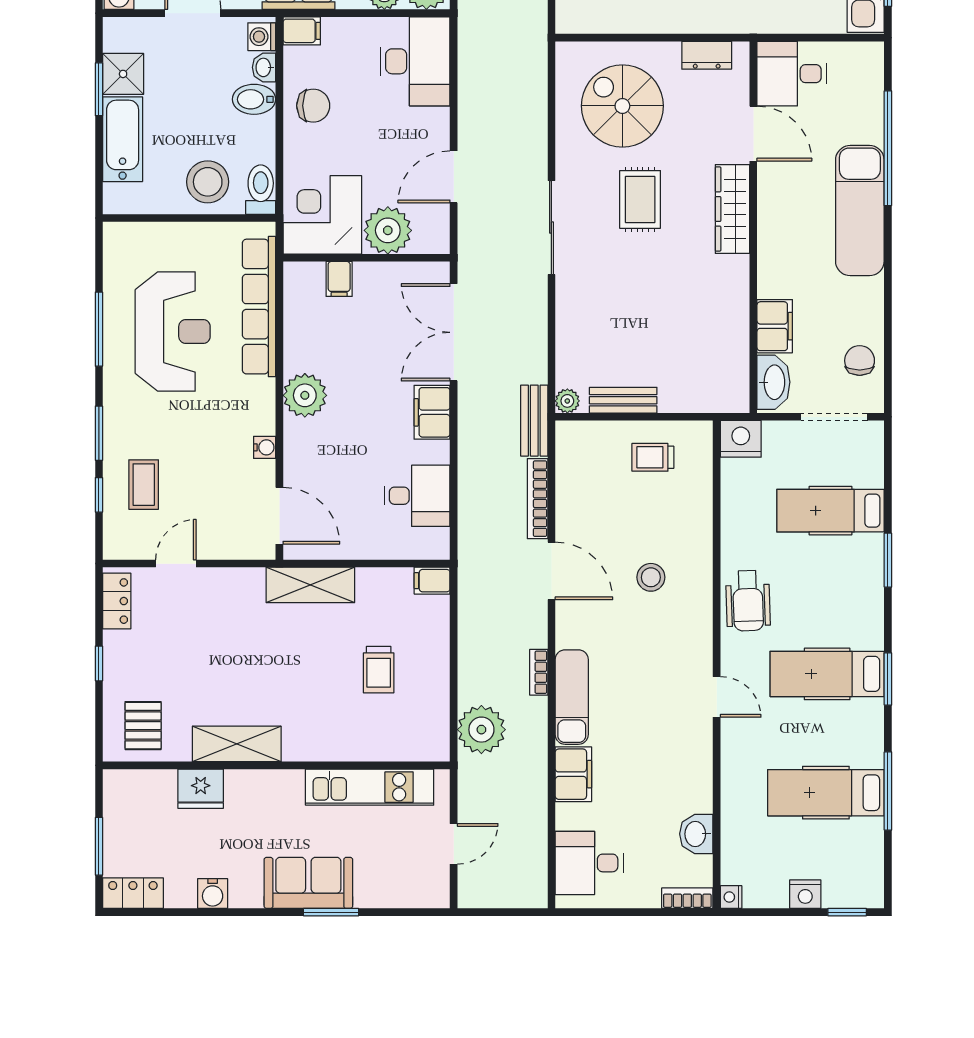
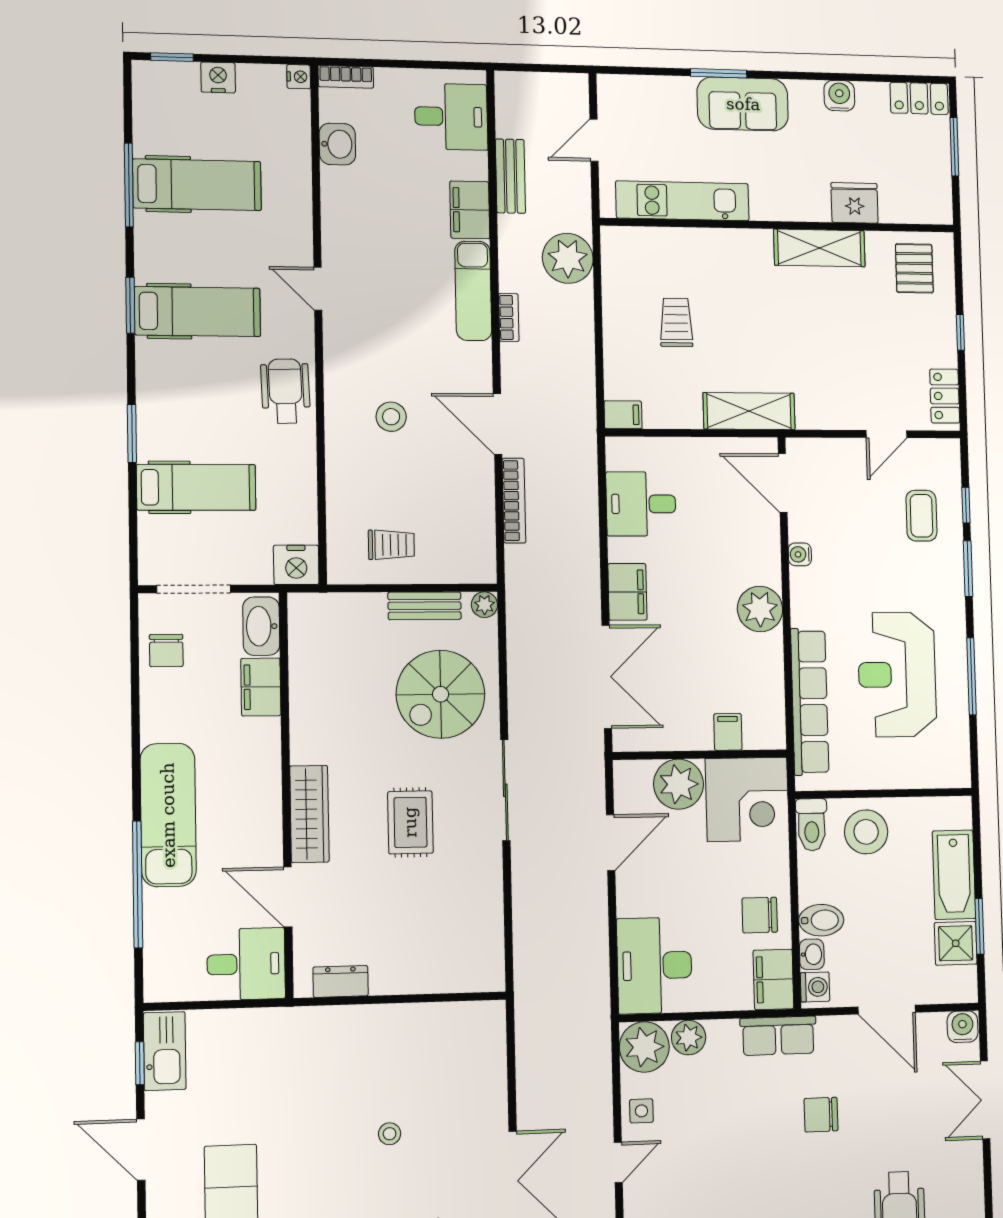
filing cabinet: (302, 31) -> (773, 979), width x2.00
spiral stairs: (622, 106) -> (441, 694), moved, turned 90
bench: (534, 421) -> (510, 176), moved

